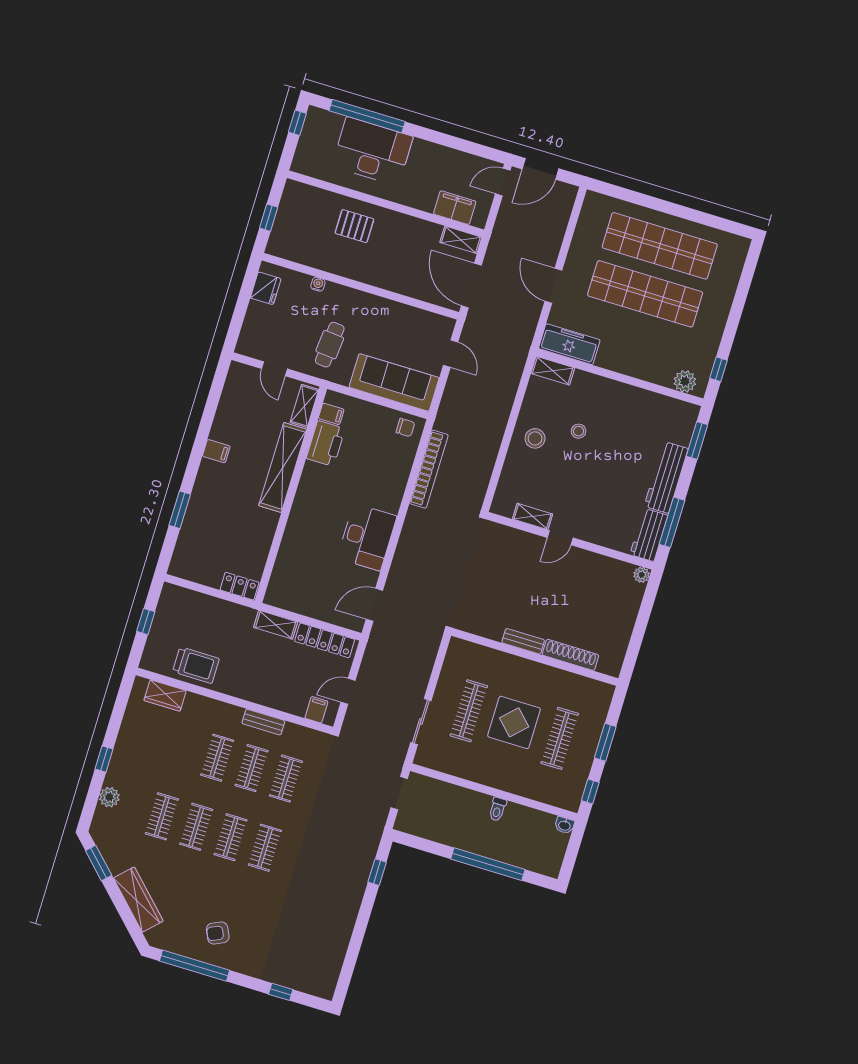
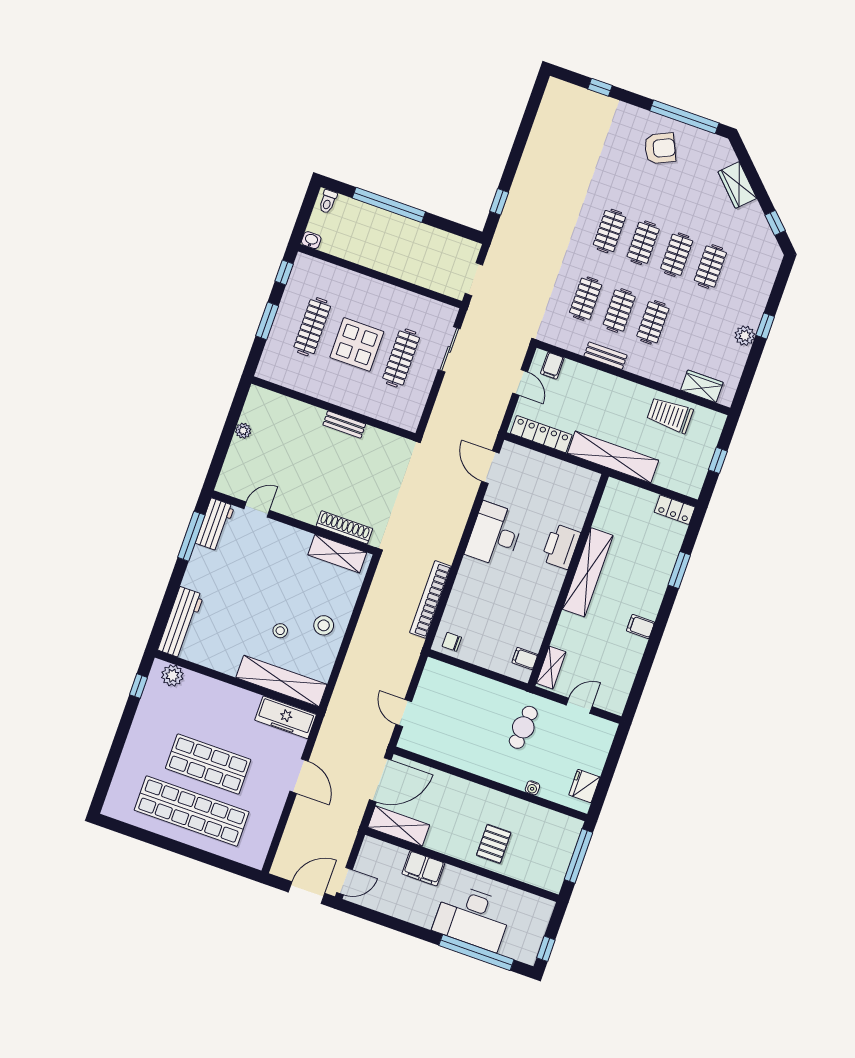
filing cabinet: (455, 208) -> (423, 868), moved
window: (269, 218) -> (579, 856), width x2.17
pallet: (354, 226) -> (494, 844), turned 90
shelving: (461, 240) -> (399, 826), width x1.50, depth x1.33
door: (471, 286) -> (380, 780), hinge flipped
shop shelf: (645, 294) -> (208, 764), width x0.71
door: (274, 369) -> (579, 706), hinge flipped
shelving: (553, 371) -> (281, 681), width x2.20, depth x1.33
sofa: (394, 382) -> (461, 687), removed
window: (697, 441) -> (163, 616), removed
printer: (326, 444) -> (561, 547), moved
shelving: (283, 467) -> (588, 572), moved
workbench: (666, 477) -> (181, 622), moved
shelving: (533, 516) -> (337, 554), width x1.50, depth x1.33
door: (560, 538) -> (257, 510), moved
plant: (642, 575) -> (243, 431), moved
locker: (240, 586) -> (675, 510), moved
door: (374, 605) -> (490, 467), swing flipped
shelving: (276, 625) -> (613, 457), width x2.20, depth x1.33
shoe rack: (570, 655) -> (344, 527), moved, turned 180
door: (348, 691) -> (520, 382), hinge flipped
plant: (109, 797) -> (745, 336), moved
toilet: (497, 809) -> (328, 202), moved, turned 180
window: (99, 863) -> (775, 223), width x0.67
wardrobe: (138, 900) -> (737, 185), width x0.67
armchair: (218, 933) -> (660, 148), width x1.38, depth x1.38

